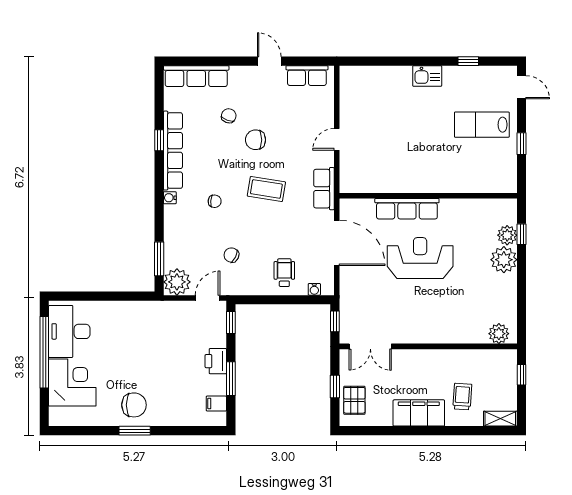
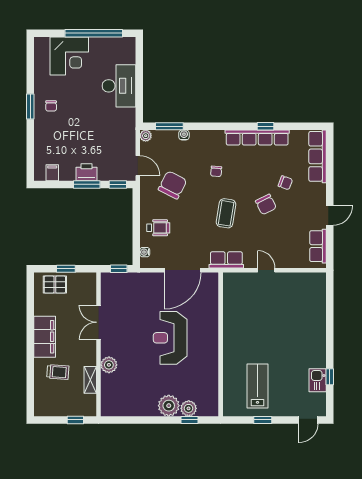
kitchen sink: (427, 76) -> (318, 380), moved
lab bench: (482, 125) -> (258, 386), moved
chair: (256, 140) -> (266, 204), turned 153
water cooler: (170, 198) -> (184, 135), moved
row of seats: (407, 209) -> (210, 327), removed
chair: (231, 255) -> (173, 185), width x1.87, depth x1.87
reception desk: (420, 258) -> (170, 338), turned 180
plant: (177, 282) -> (146, 136), width x0.53, depth x0.53
desk: (69, 331) -> (119, 86), moved, turned 90
plant: (499, 334) -> (109, 365), moved
double door: (370, 346) -> (98, 322), moved
window: (231, 379) -> (87, 184), moved
chair: (134, 405) -> (51, 106), width x0.54, depth x0.54
shelving: (500, 419) -> (90, 380), moved

